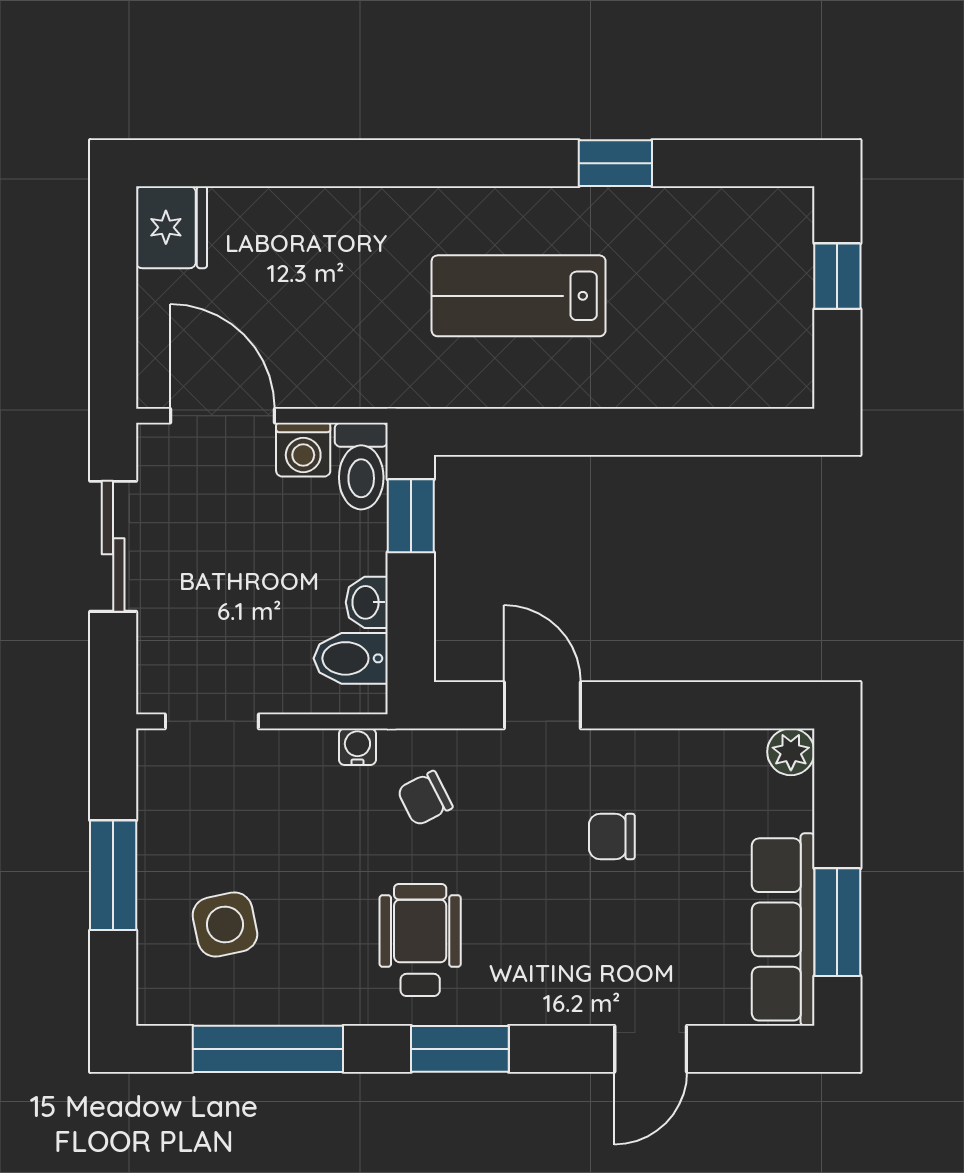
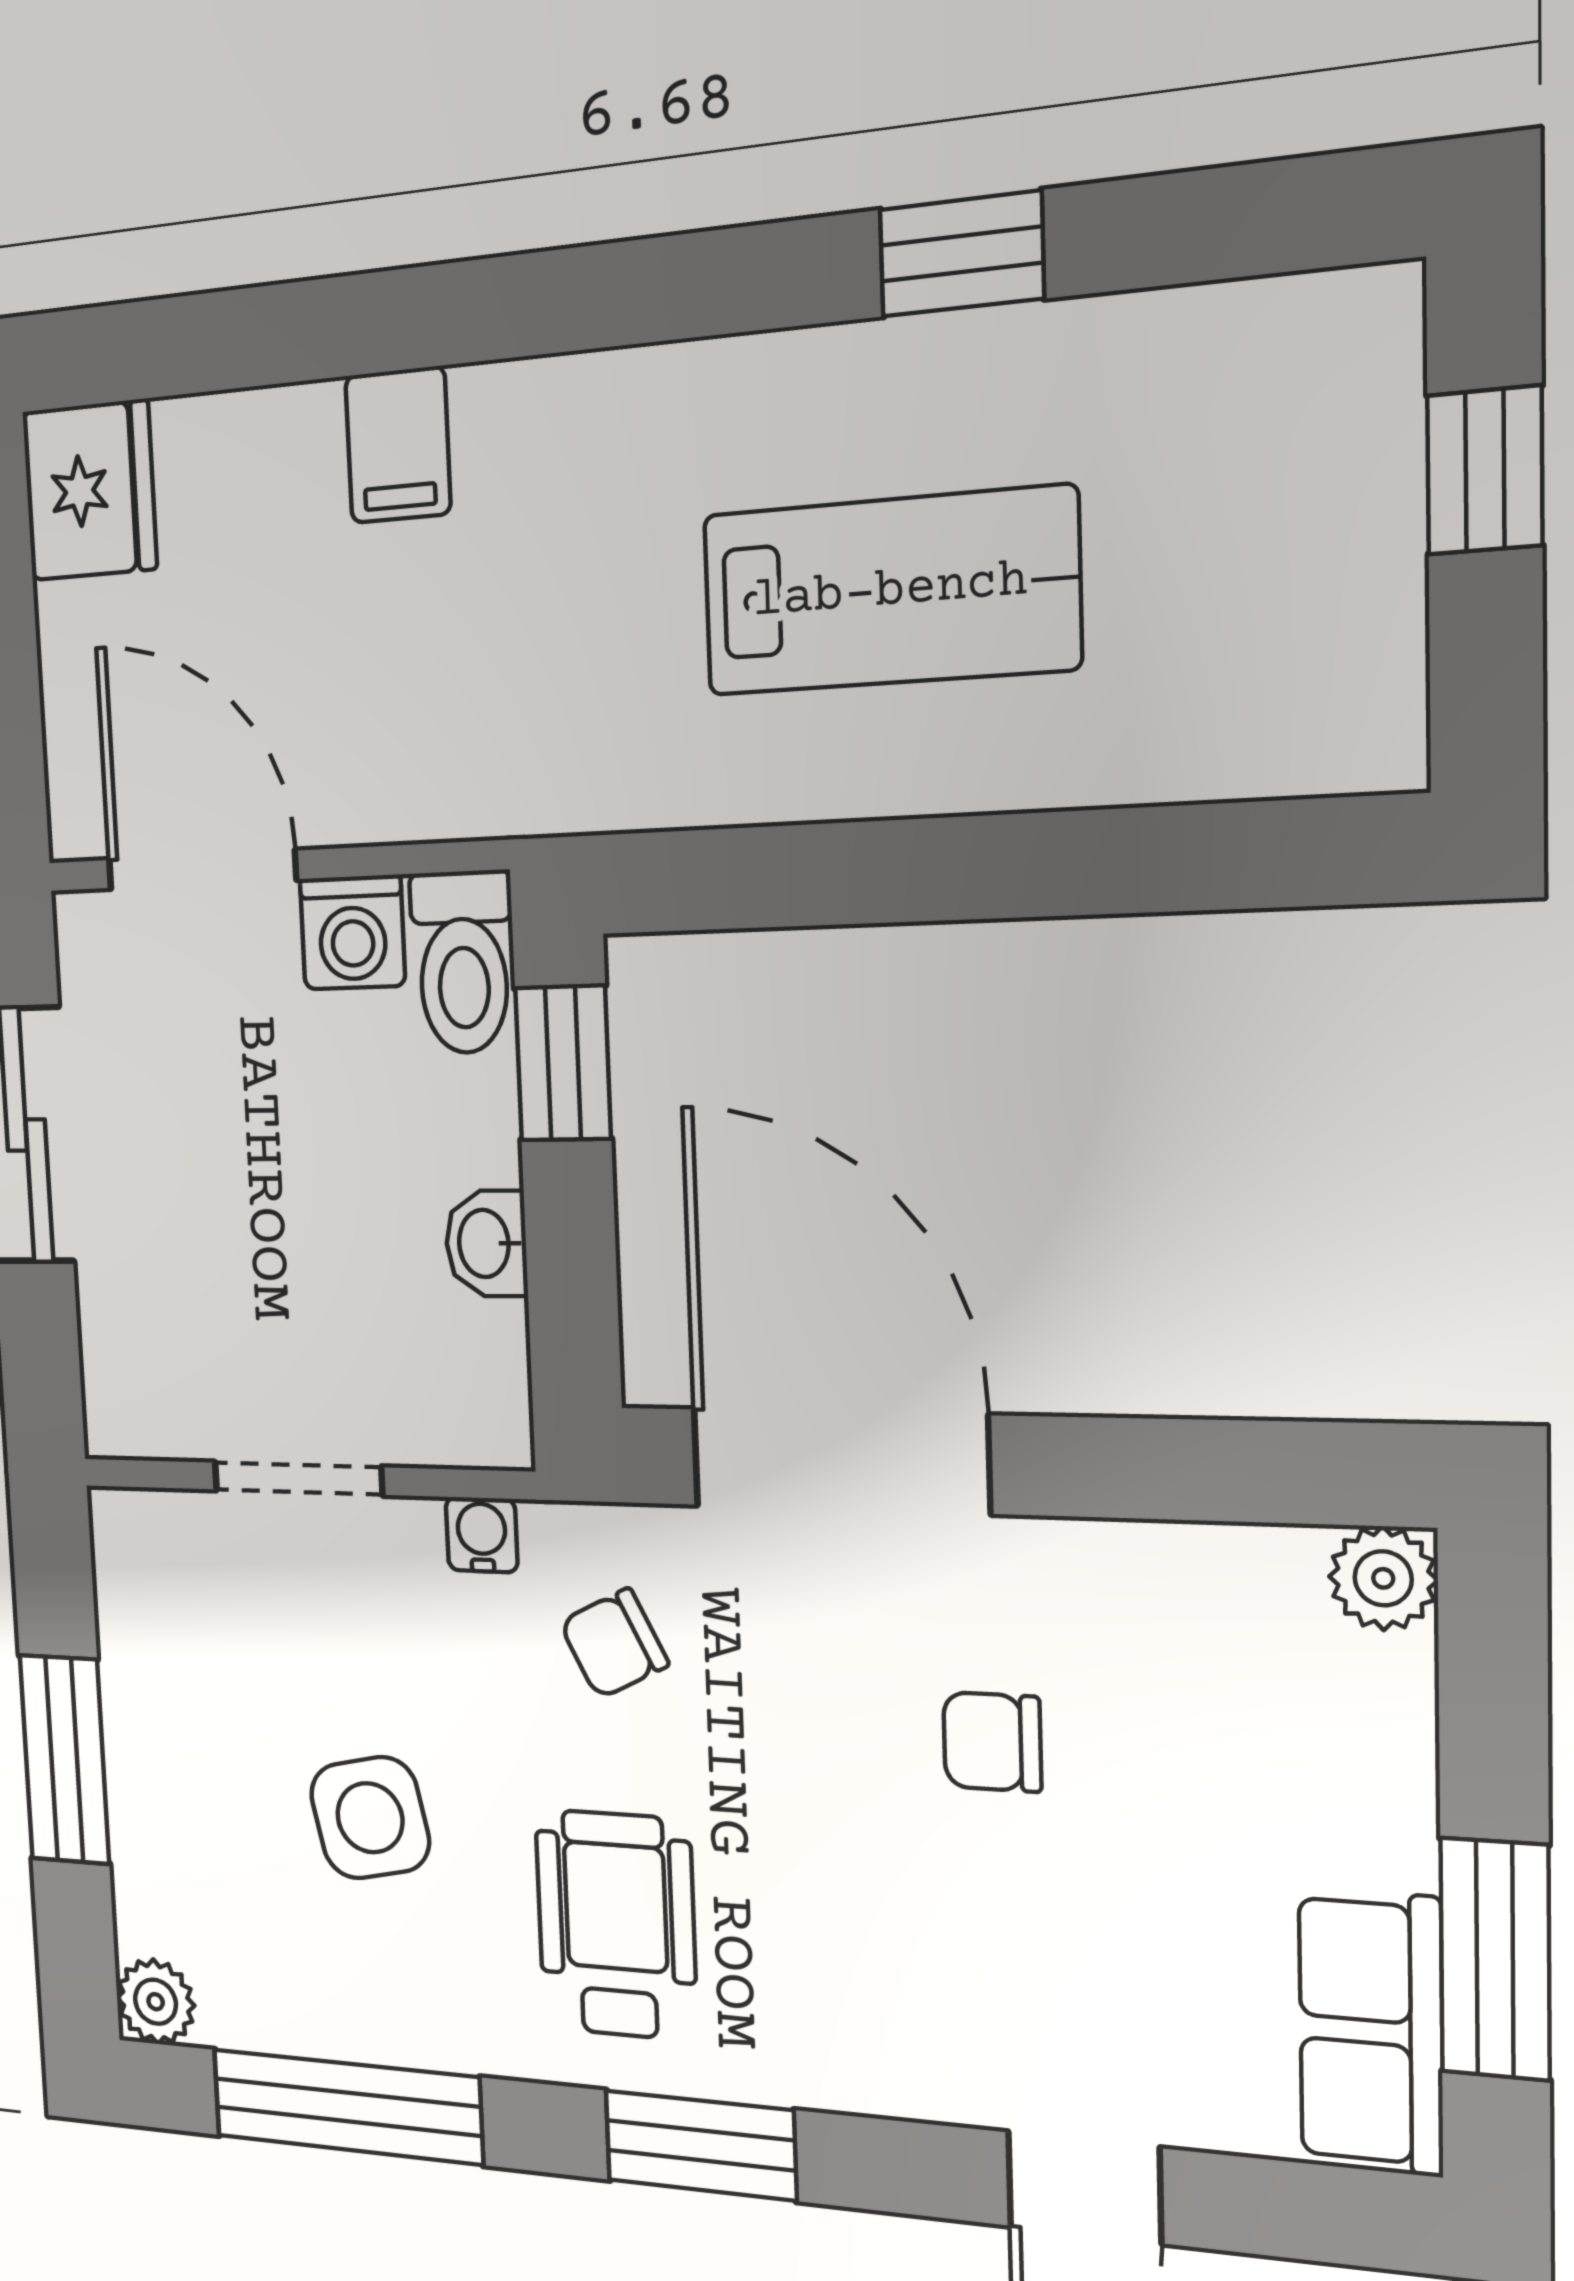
filing cabinet: (339, 221) -> (398, 445), added
lab bench: (519, 296) -> (890, 591), moved, turned 180
bidet: (351, 658) -> (461, 1357), removed
door: (542, 705) -> (840, 1461), width x1.88
doorway: (212, 721) -> (298, 1479), moved
side table: (225, 925) -> (370, 1818), moved
row of seats: (783, 929) -> (1371, 2032), width x0.68
plant: (159, 1003) -> (156, 2002), added

